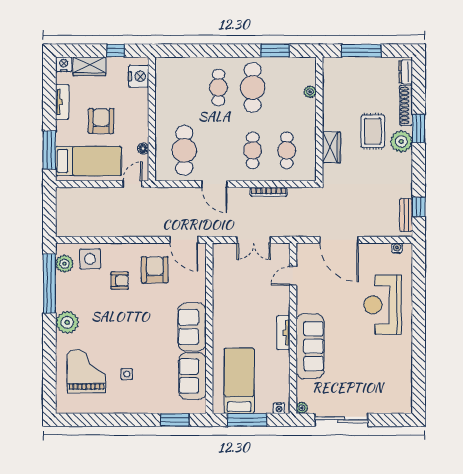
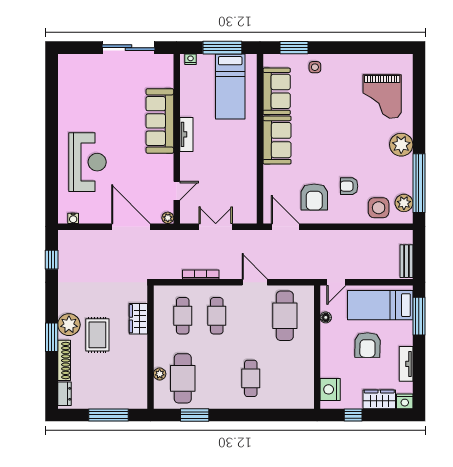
cafe table: (253, 87) -> (183, 378), moved
bench: (406, 215) -> (406, 261), moved
side table: (127, 374) -> (315, 67), moved
plant: (302, 408) -> (168, 218), moved

